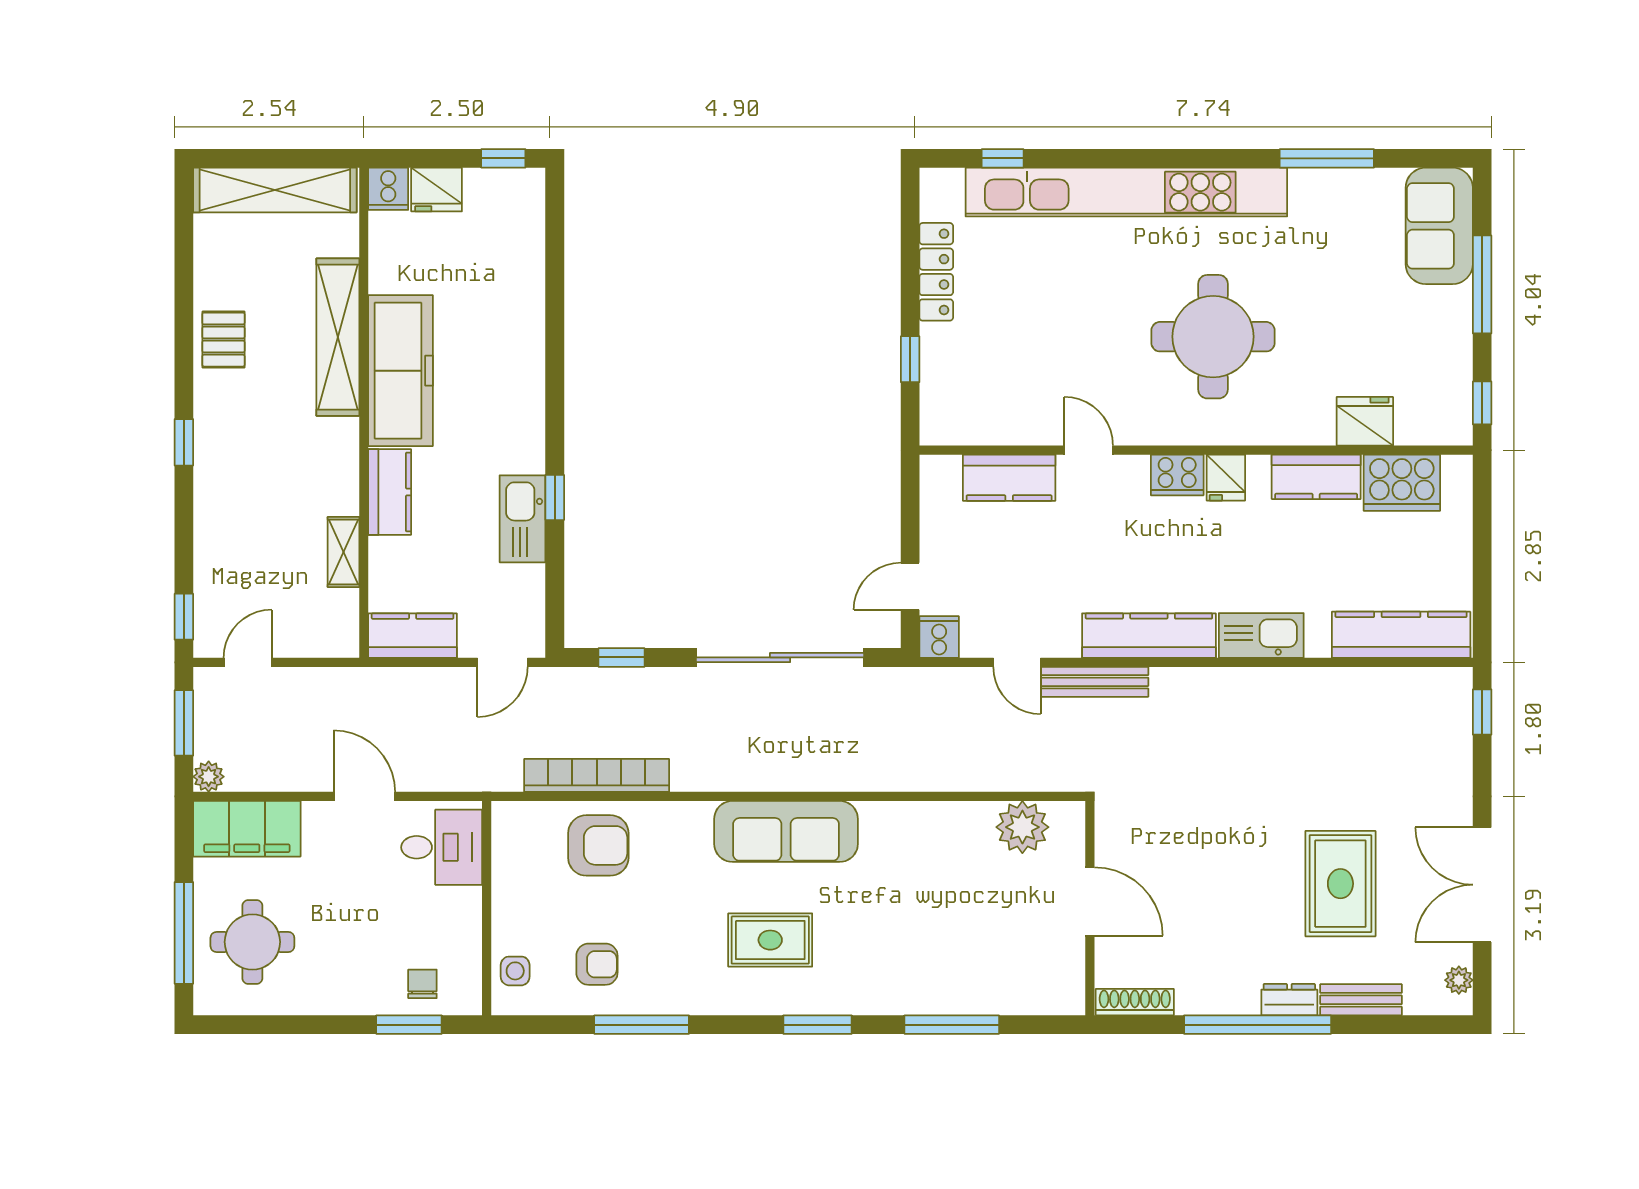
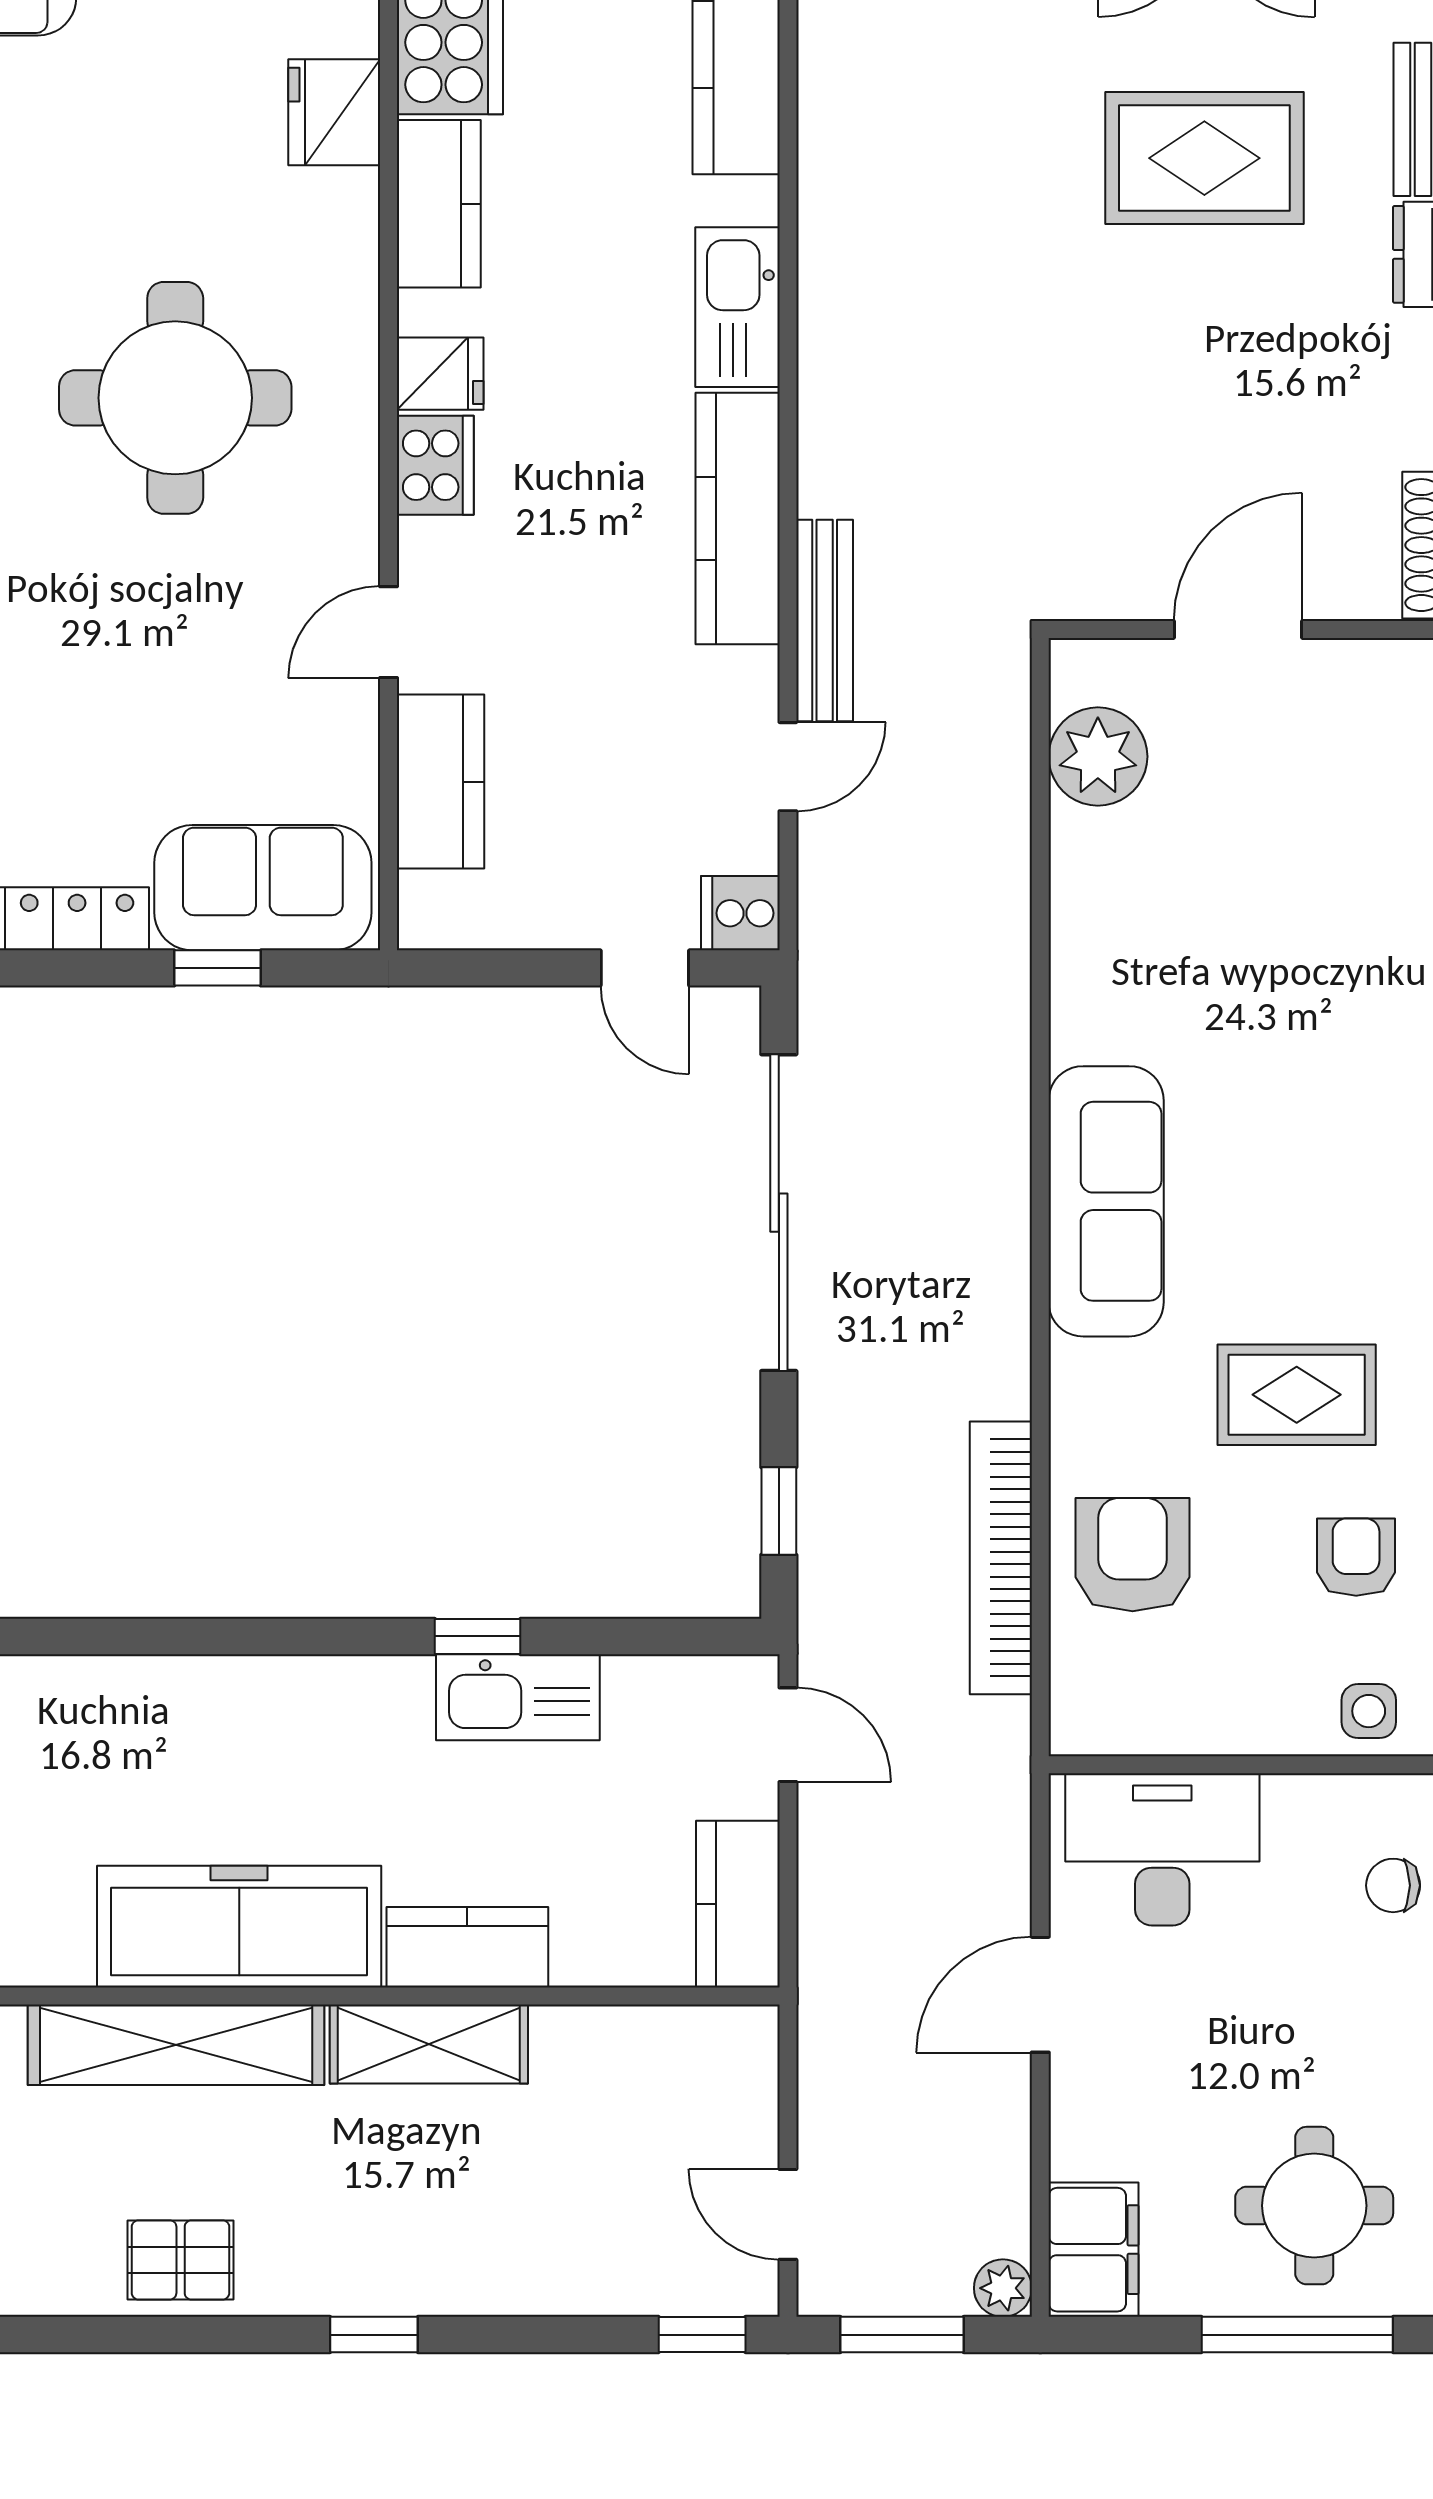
sofa: (953, 383) -> (263, 888), added
shelving: (343, 552) -> (429, 2044), moved, width x1.50, depth x1.33
filing cabinet: (247, 829) -> (1094, 2250), width x0.67, depth x0.86
desk: (442, 847) -> (1162, 1849), width x1.37
rug: (770, 940) -> (1297, 1395), moved, turned 90

